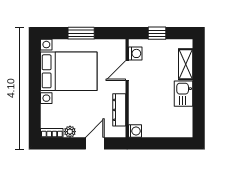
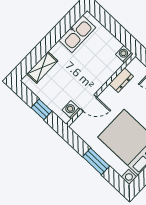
kitchen sink: (183, 94) -> (77, 34), moved, width x1.38
dresser: (119, 110) -> (121, 80), width x0.70

